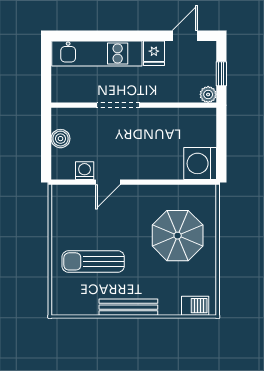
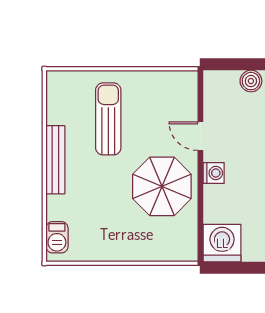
washing machine: (85, 171) -> (214, 173), moved
parasol: (178, 236) -> (162, 186), moved

